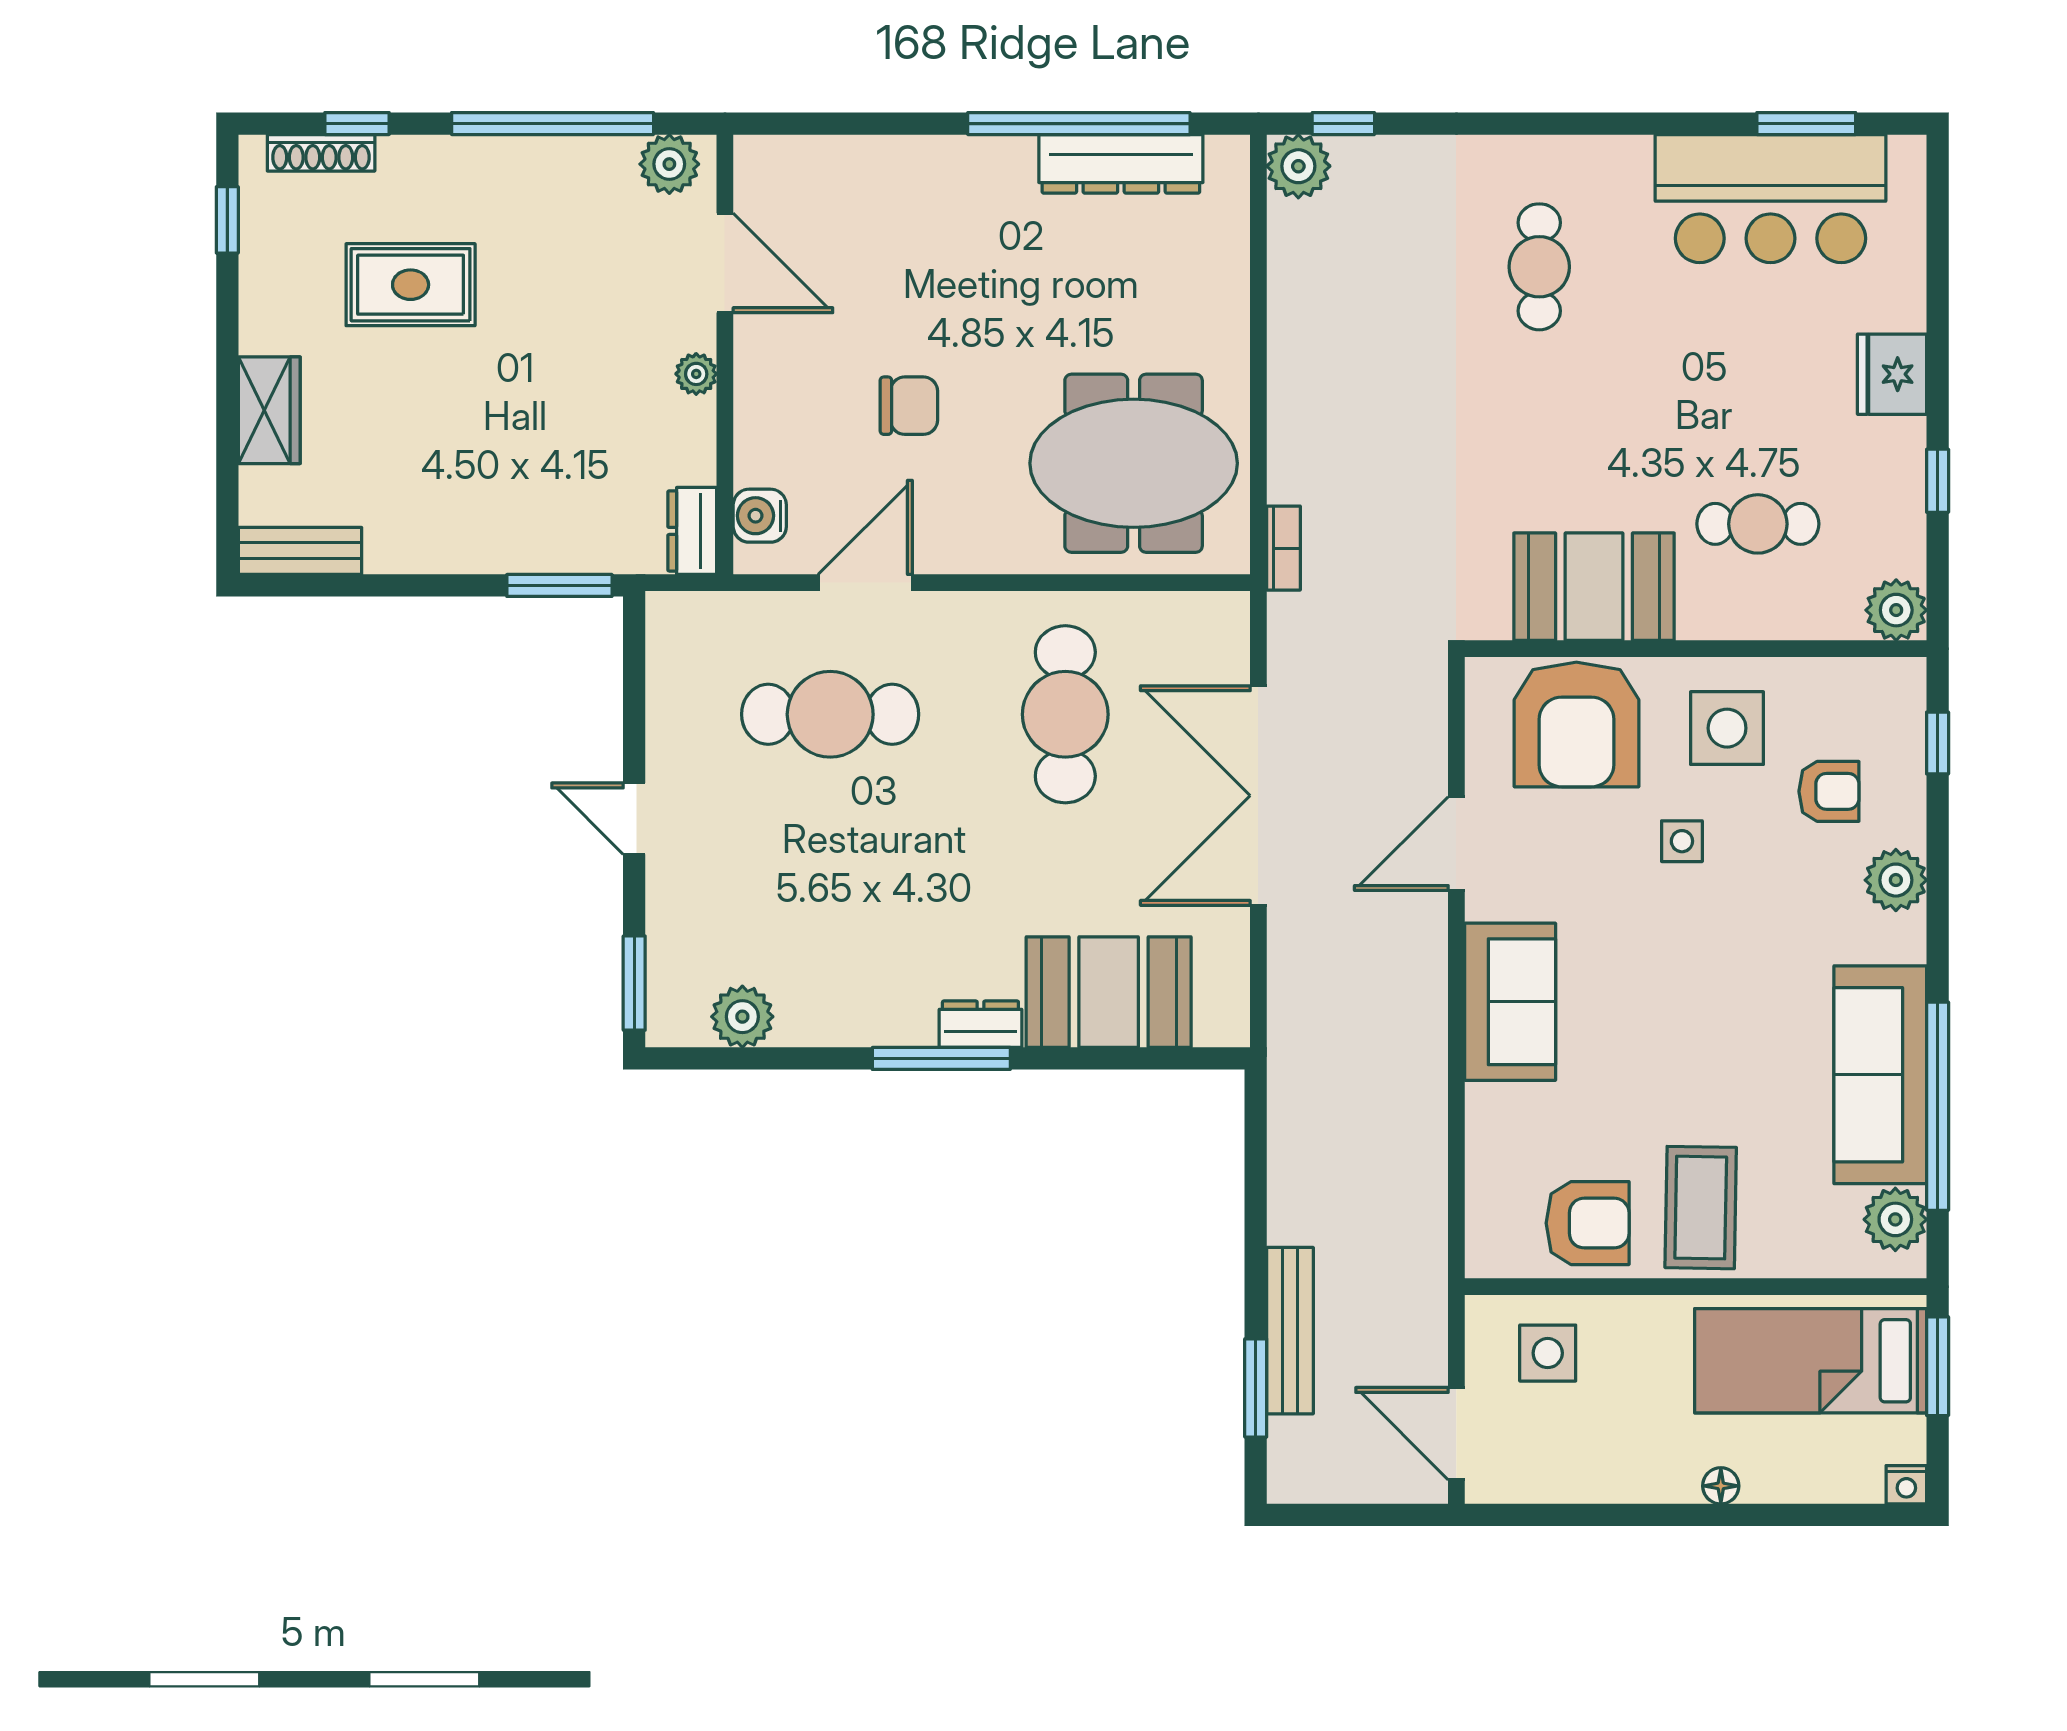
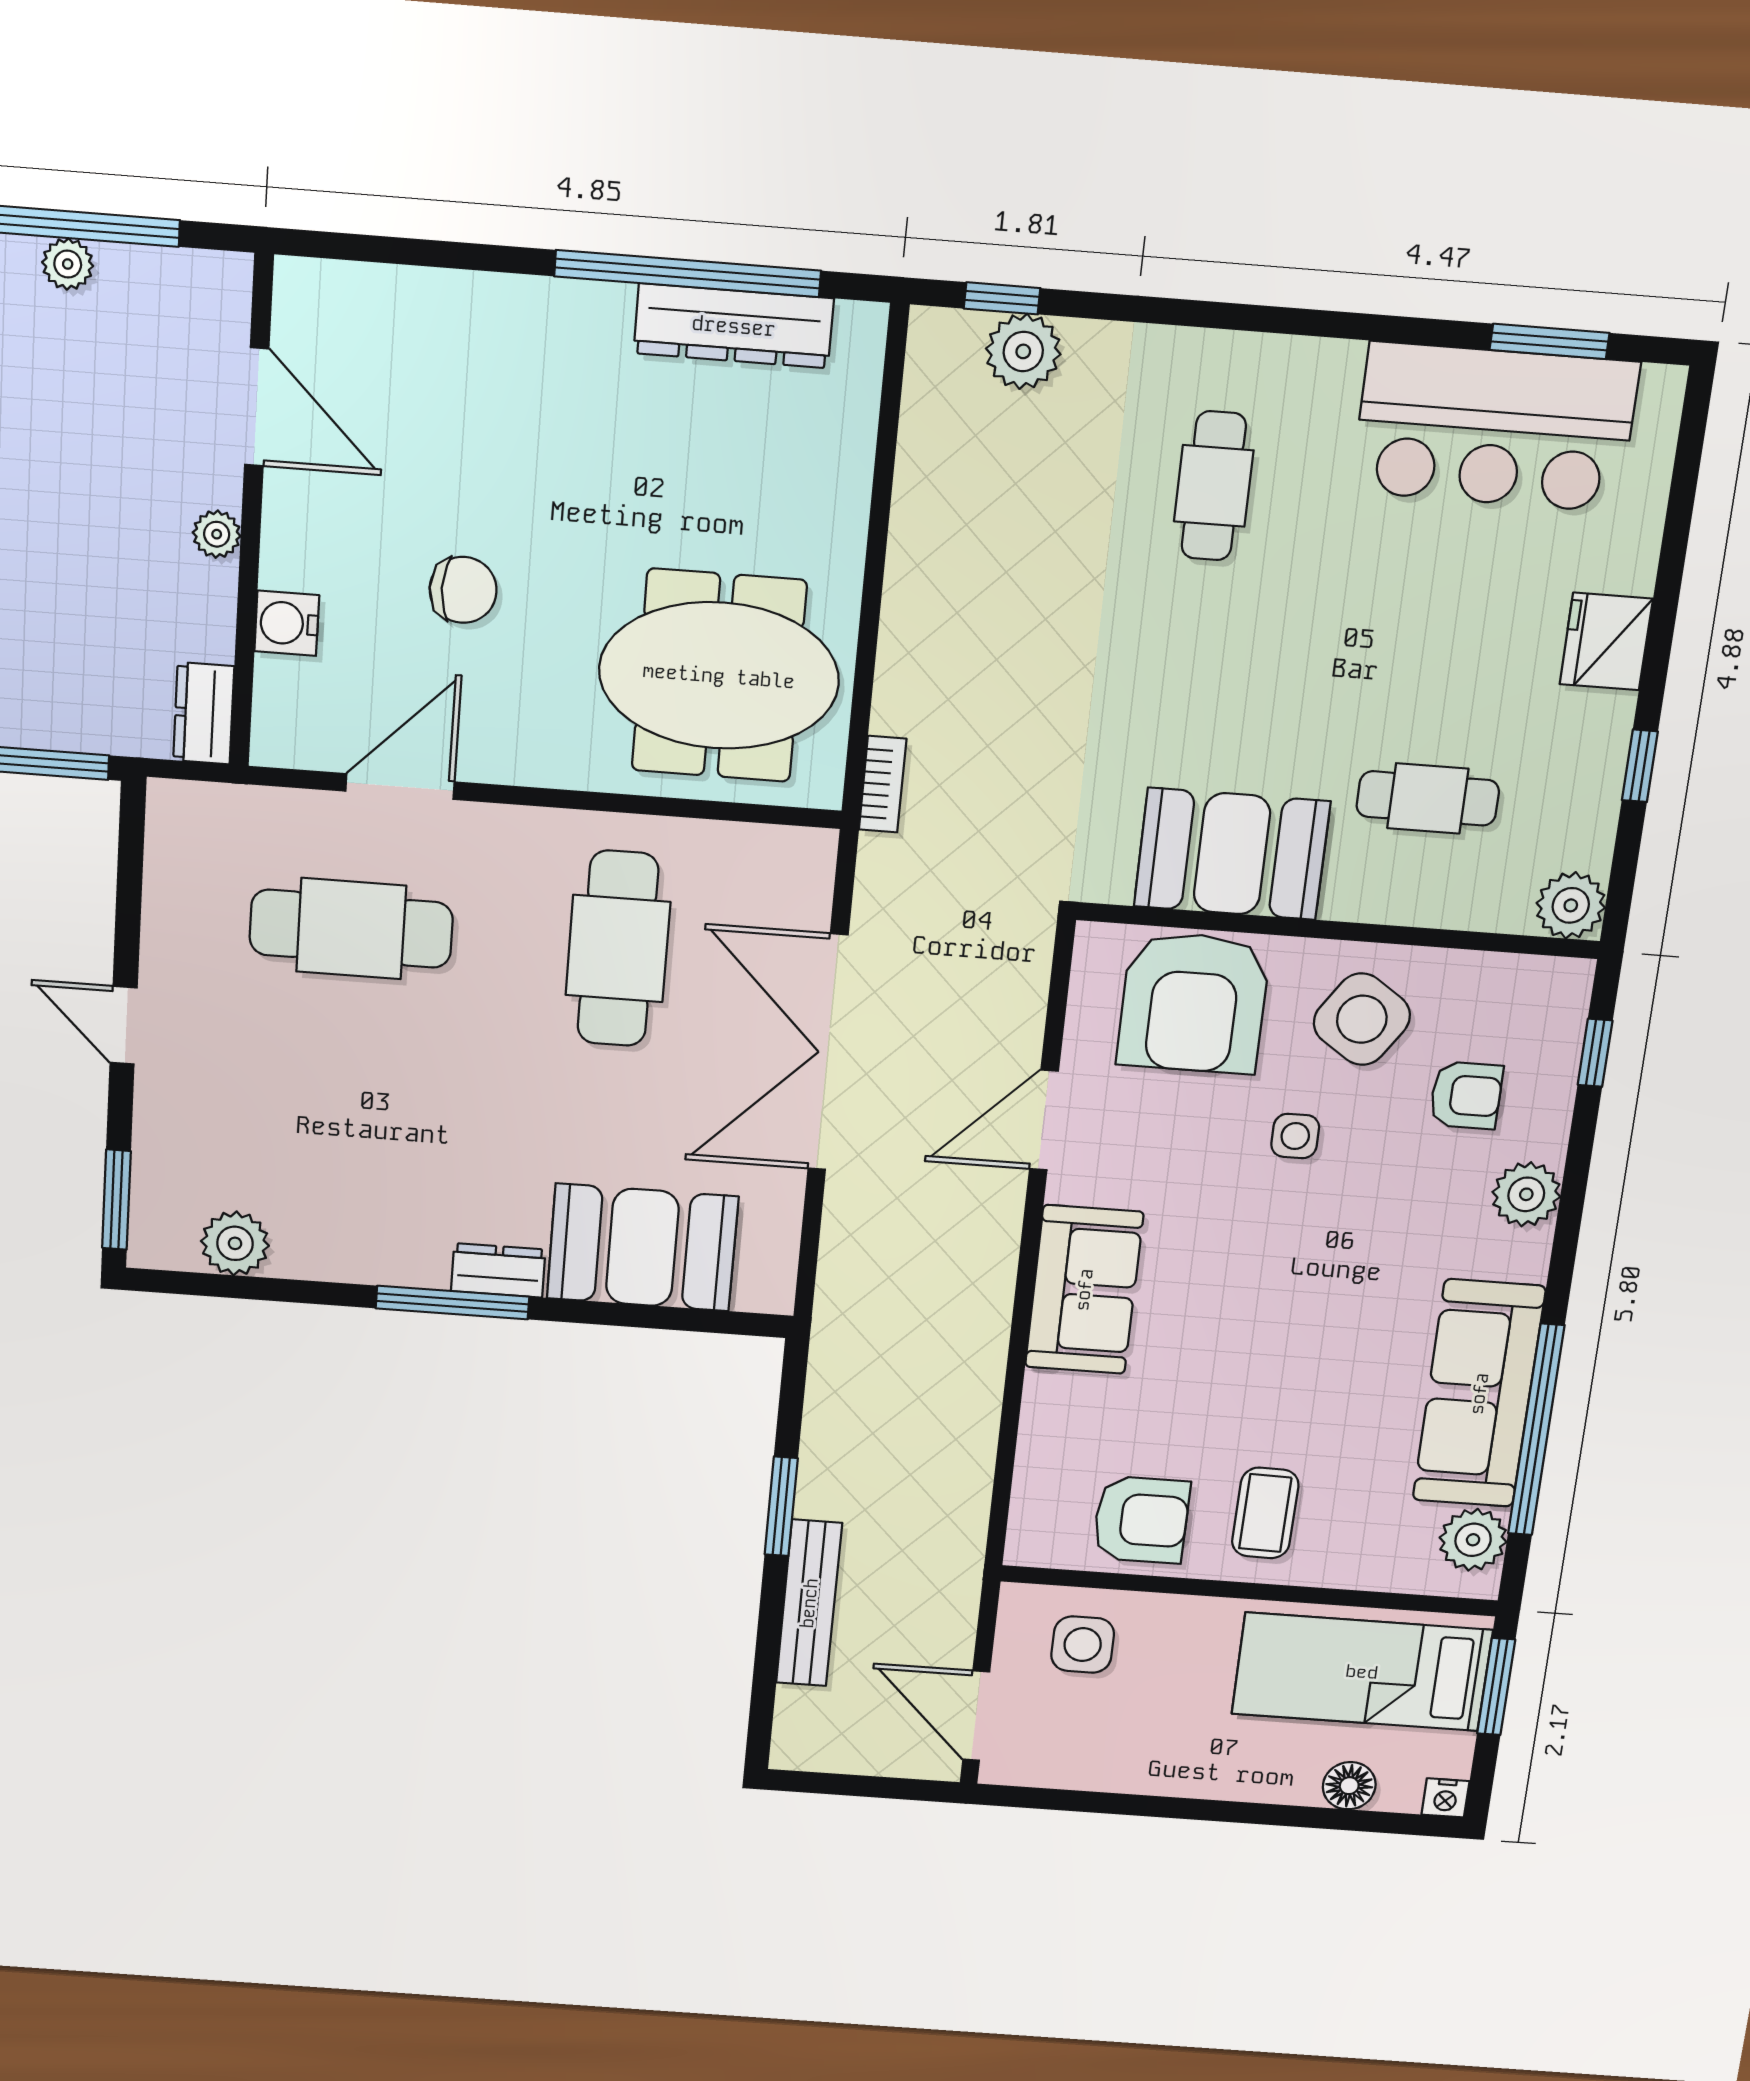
plant: (669, 164) -> (68, 264), moved, width x0.73, depth x0.73
plant: (1298, 166) -> (1023, 351), moved
water cooler: (760, 516) -> (287, 623), moved
side table: (1727, 728) -> (1362, 1019), turned 34
coffee table: (1701, 1208) -> (1265, 1513), width x0.73, depth x0.77
window: (1256, 1388) -> (781, 1506), moved
floor lamp: (1721, 1486) -> (1349, 1786), moved, width x1.37, depth x1.37

